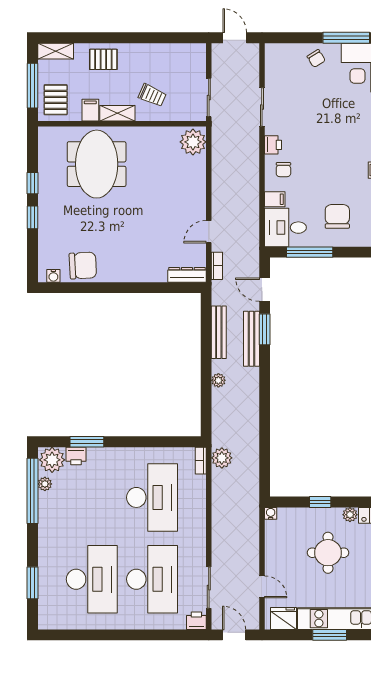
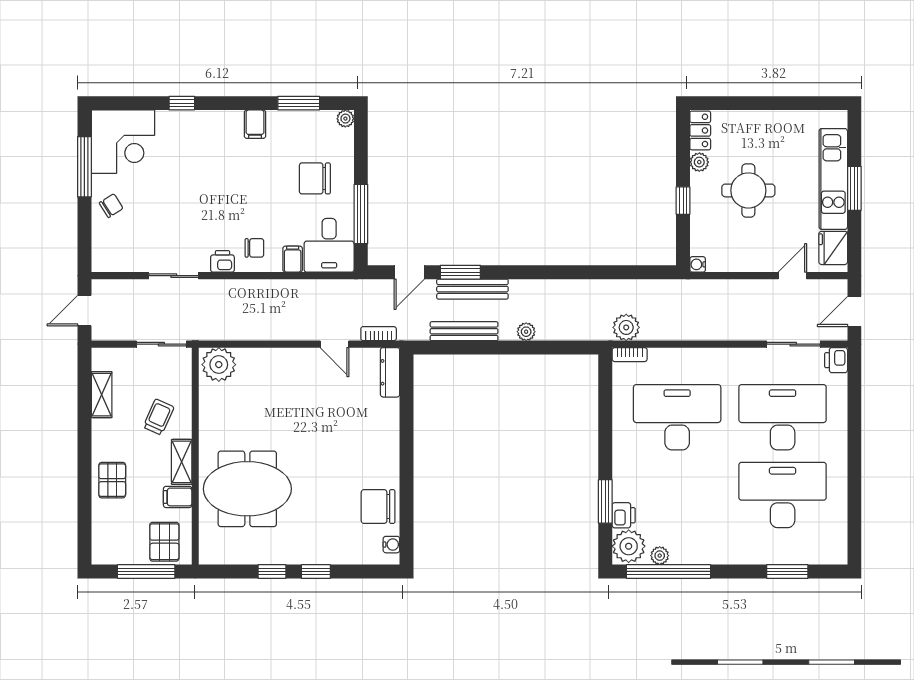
shelving: (56, 51) -> (102, 395), moved
pallet: (56, 100) -> (164, 542), turned 90
chair: (83, 266) -> (378, 507), turned -87

